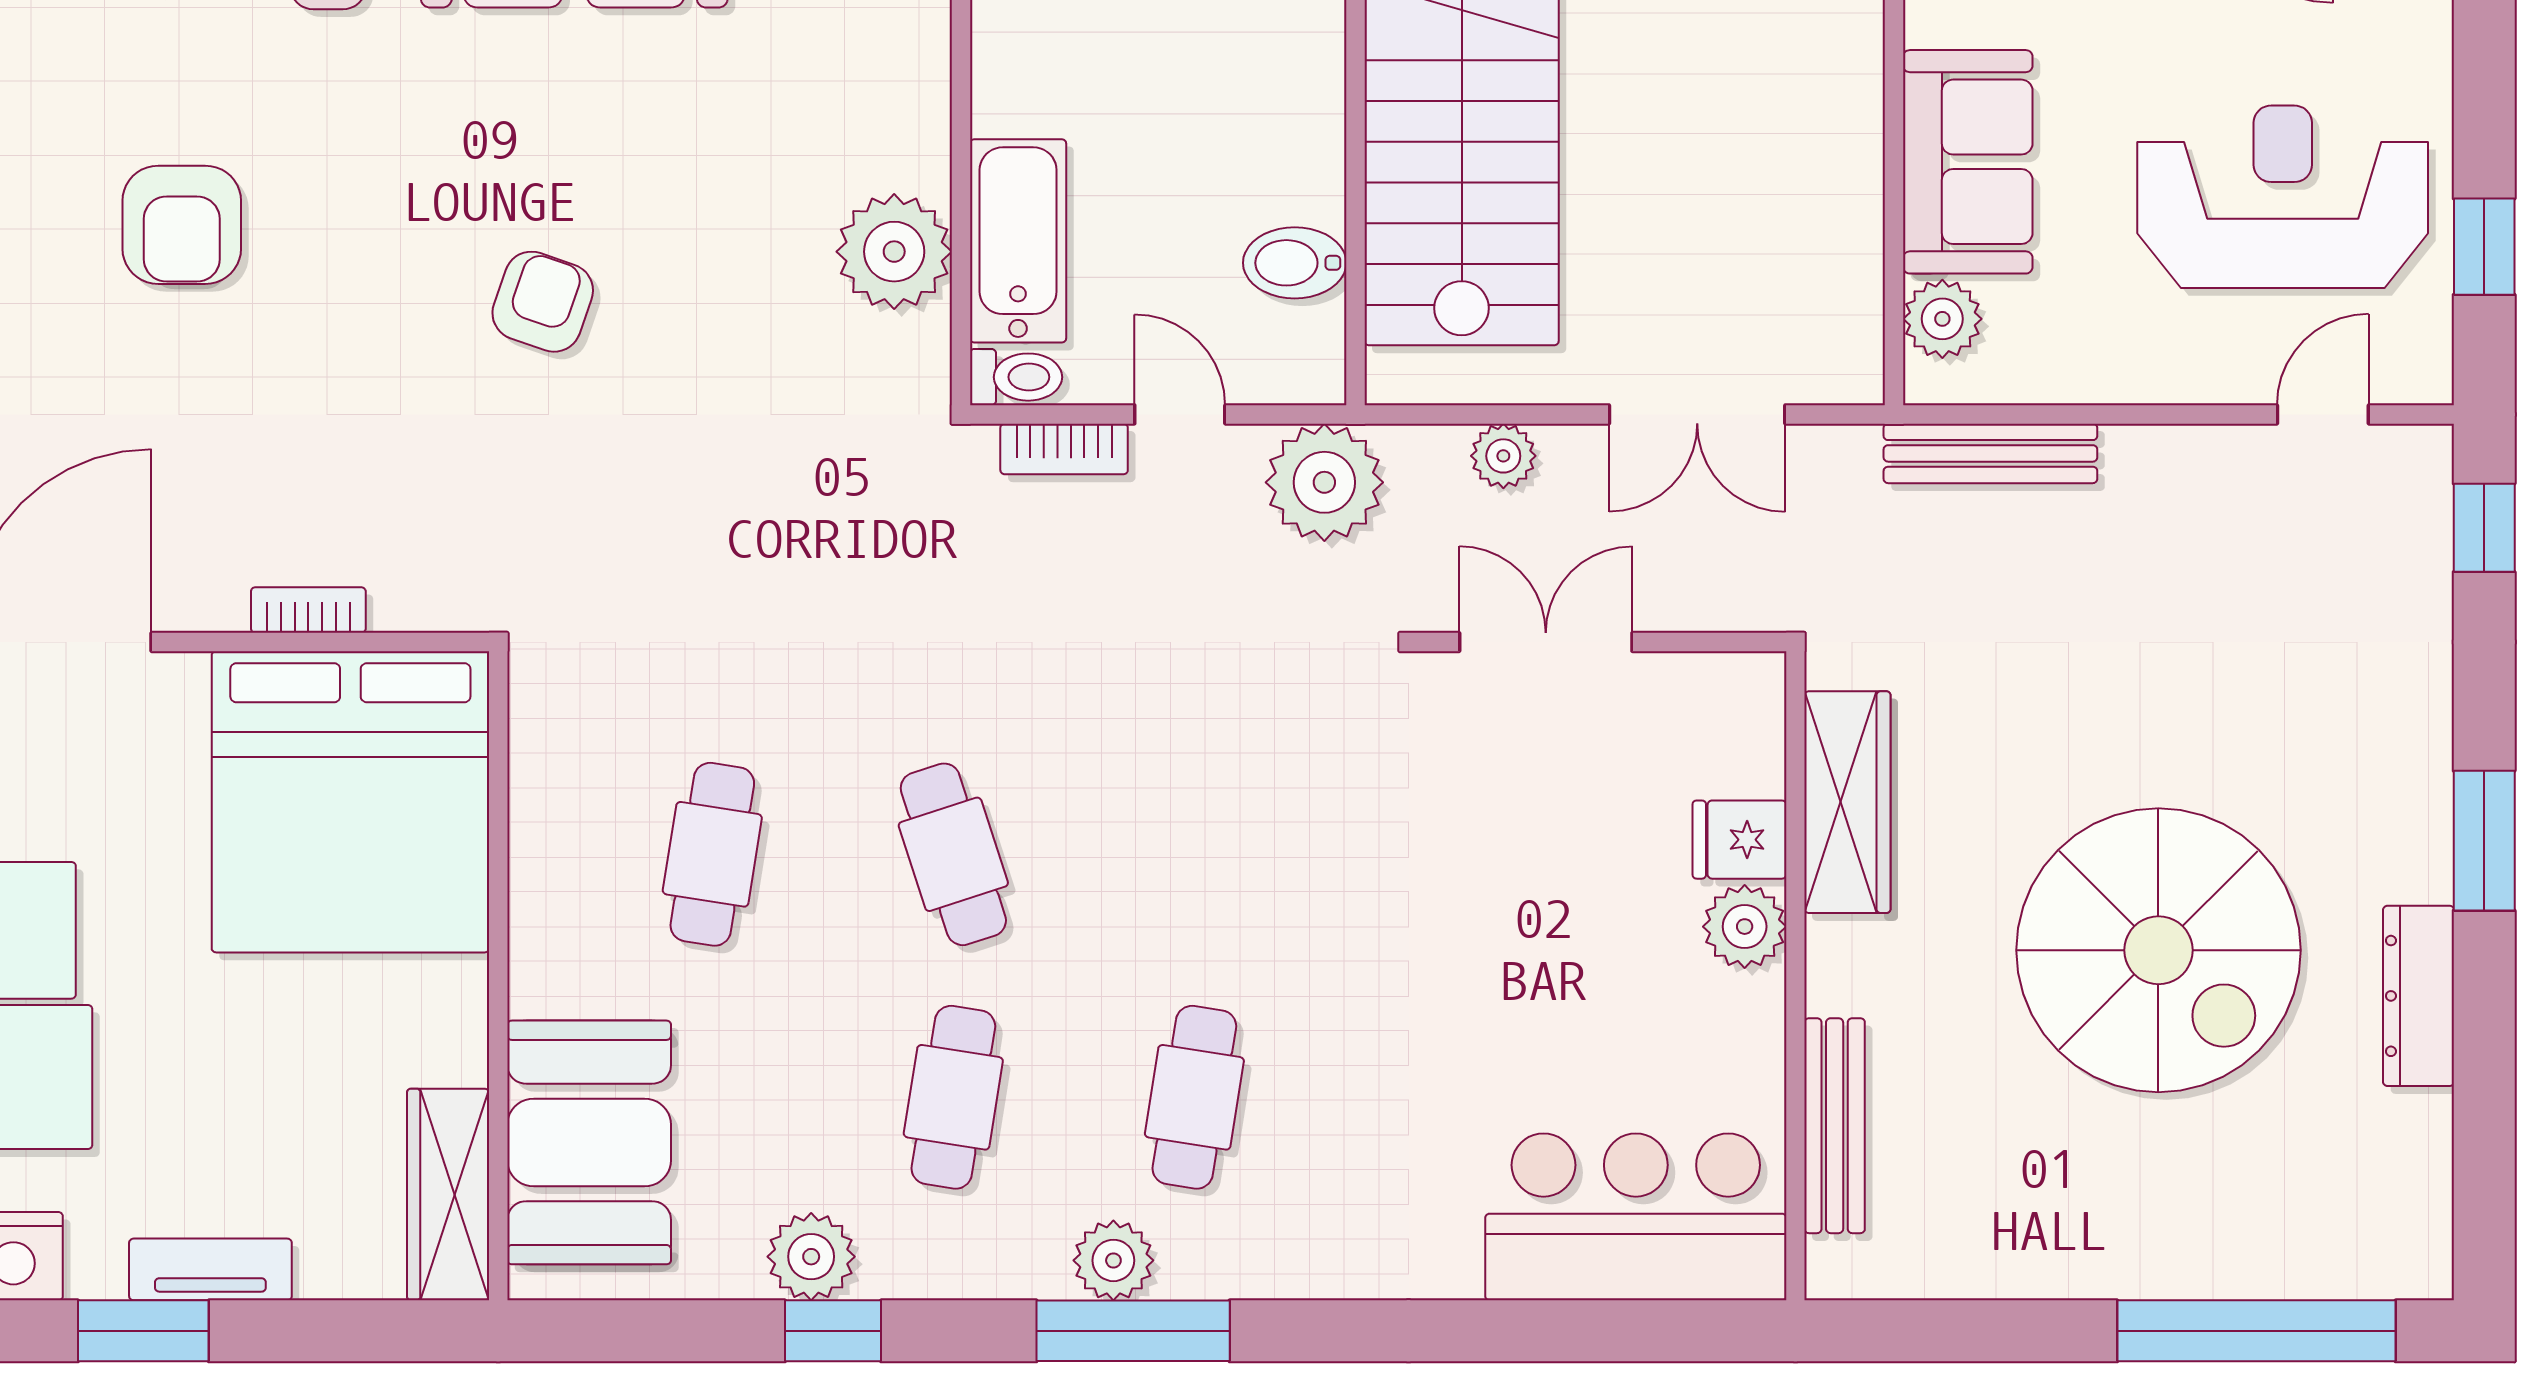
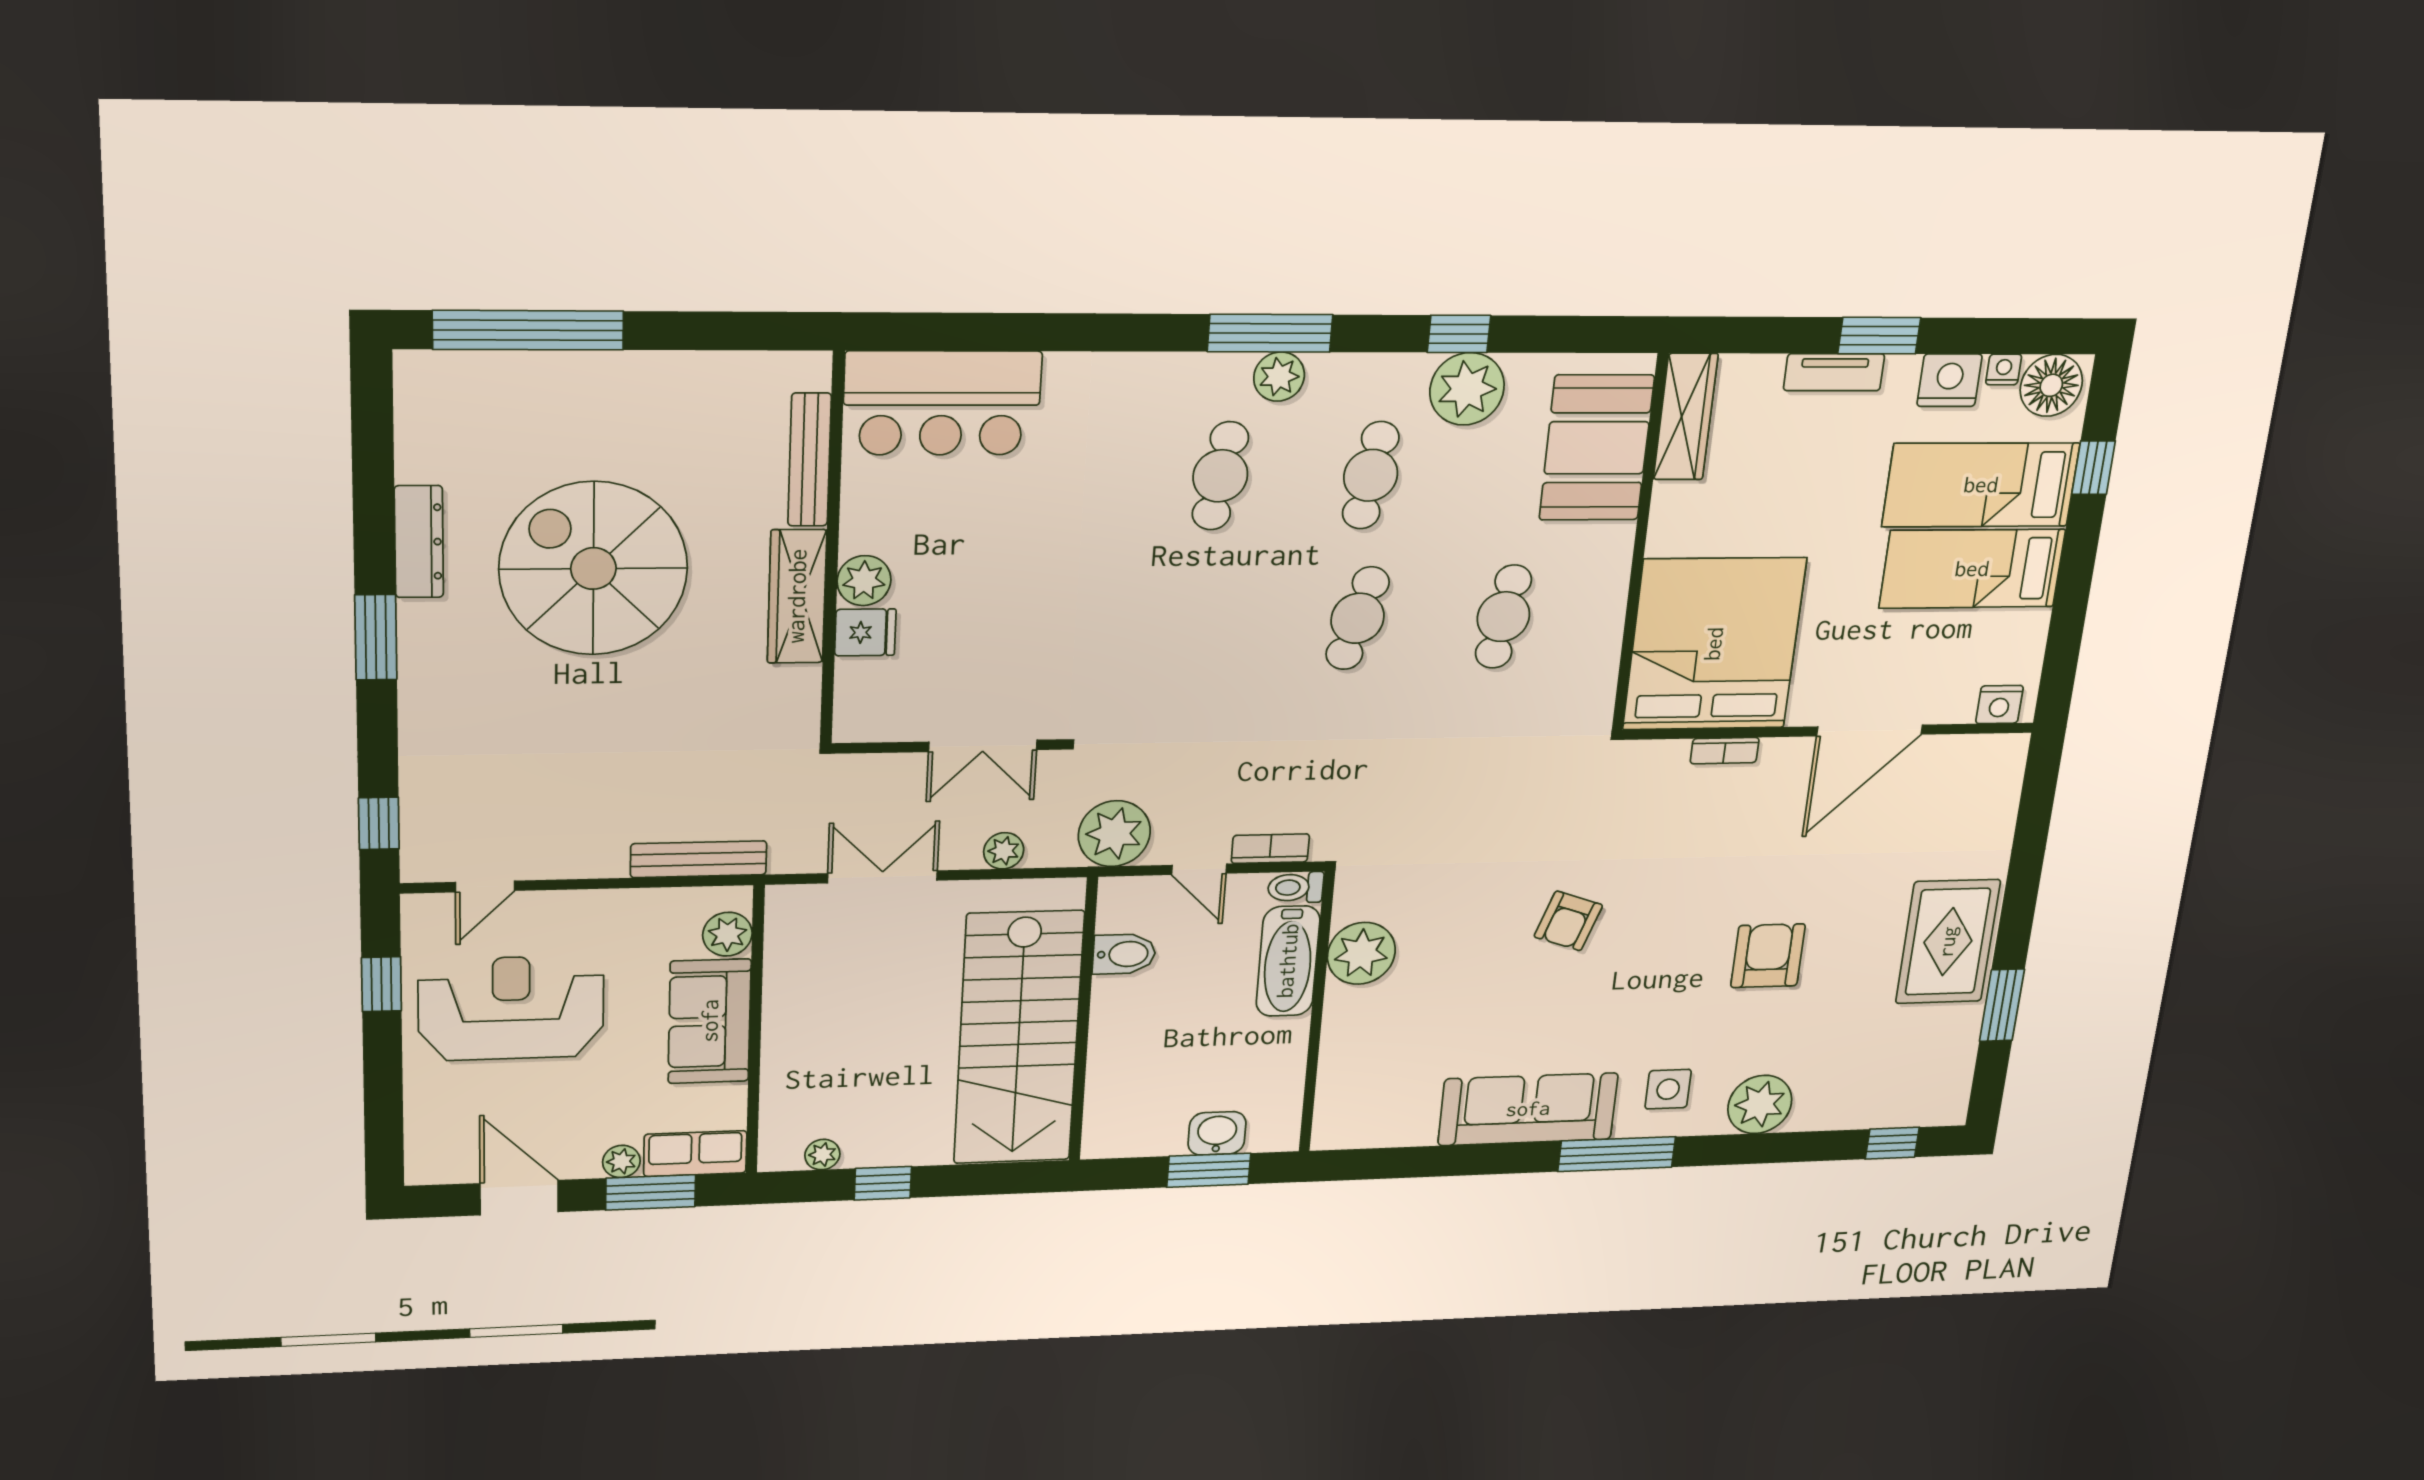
reception desk: (2283, 197) -> (511, 1008), turned 180
wardrobe: (1847, 802) -> (797, 596), moved
cafe table: (953, 854) -> (1358, 618), turned 33
plant: (811, 1257) -> (1467, 389), width x1.36, depth x1.36

